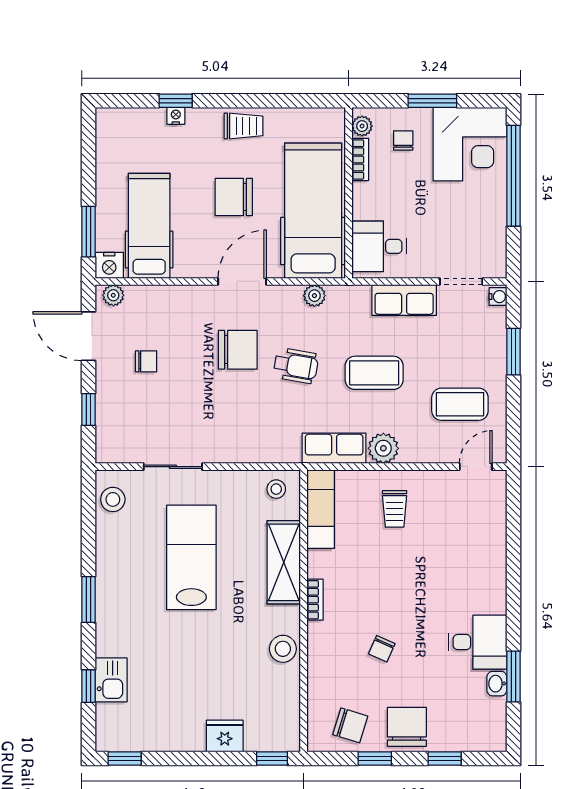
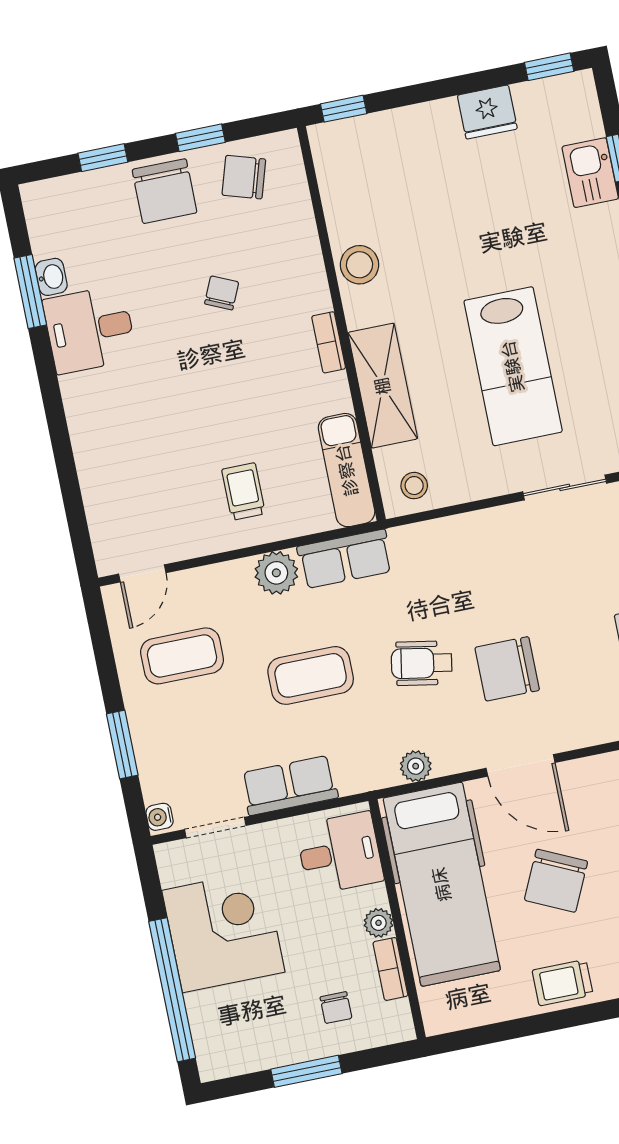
plant: (362, 126) -> (378, 923), moved
corner desk: (470, 144) -> (223, 931), moved, turned 90
chair: (234, 197) -> (556, 881), turned 115
door: (242, 281) -> (521, 765), hinge flipped
fridge: (225, 736) -> (487, 112), moved

